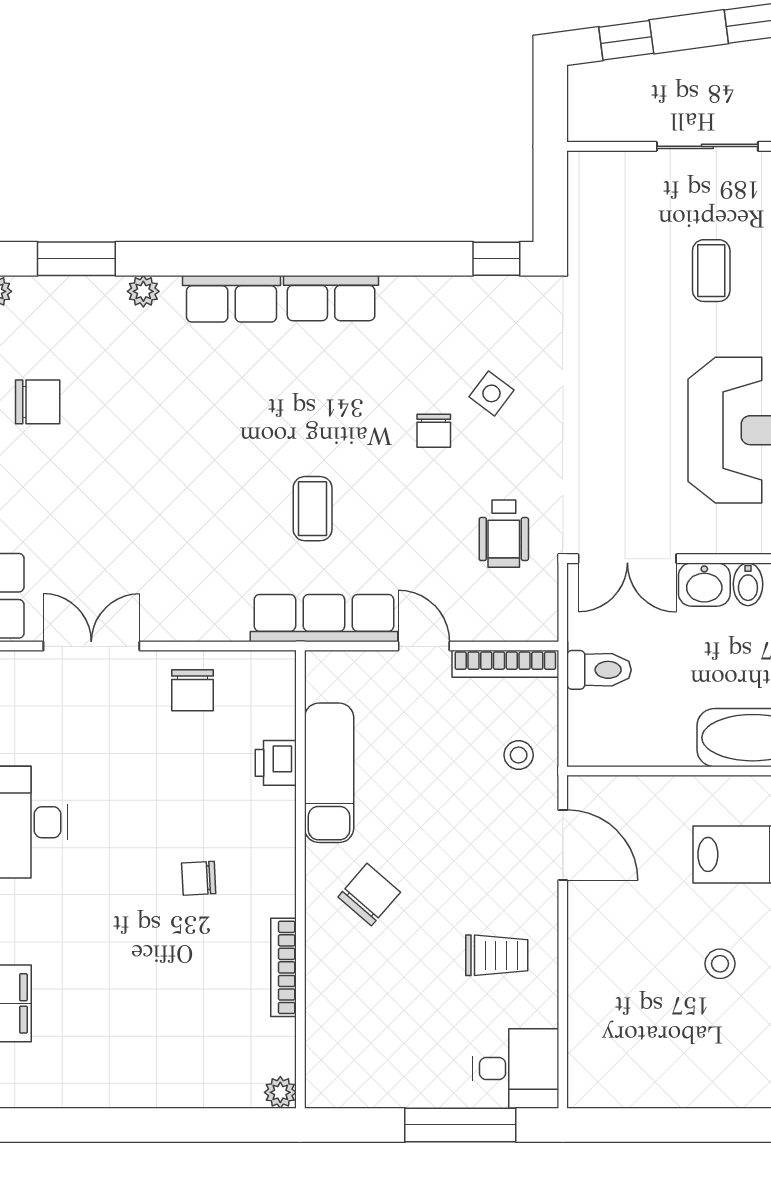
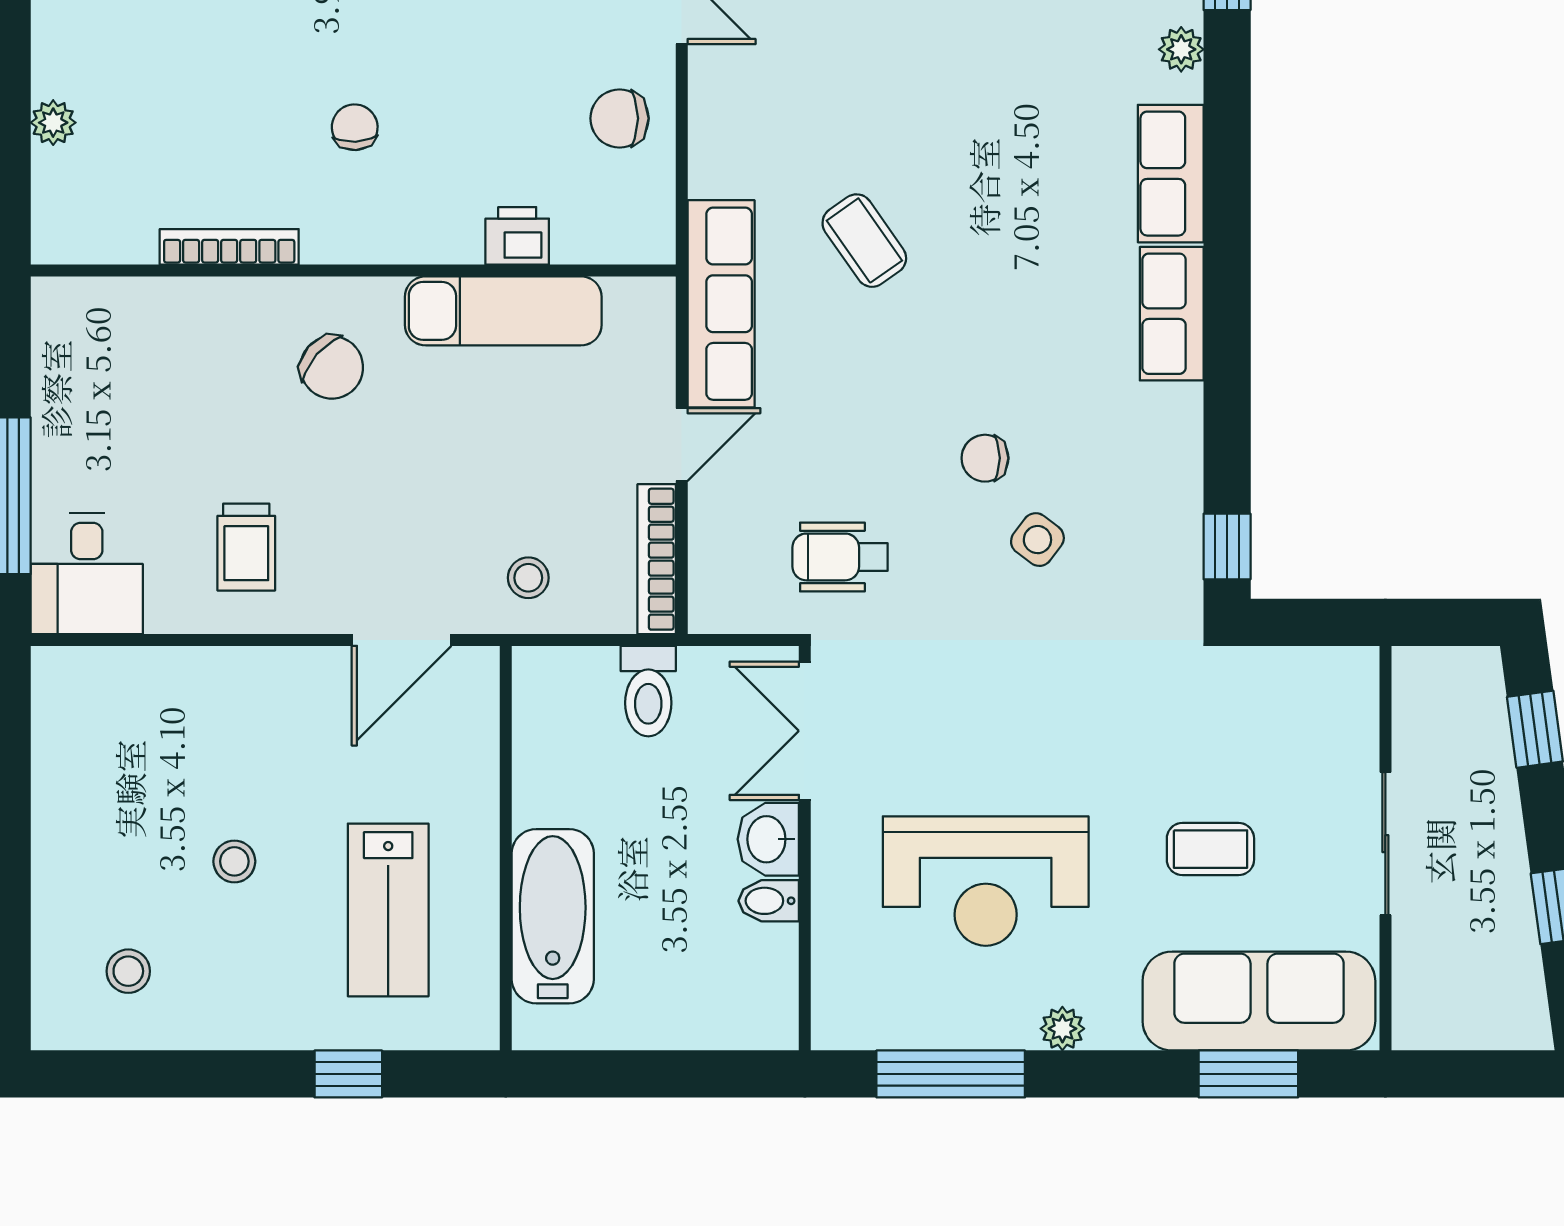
coffee table: (313, 509) -> (864, 241), moved, turned 55
plant: (280, 1092) -> (53, 123), moved

